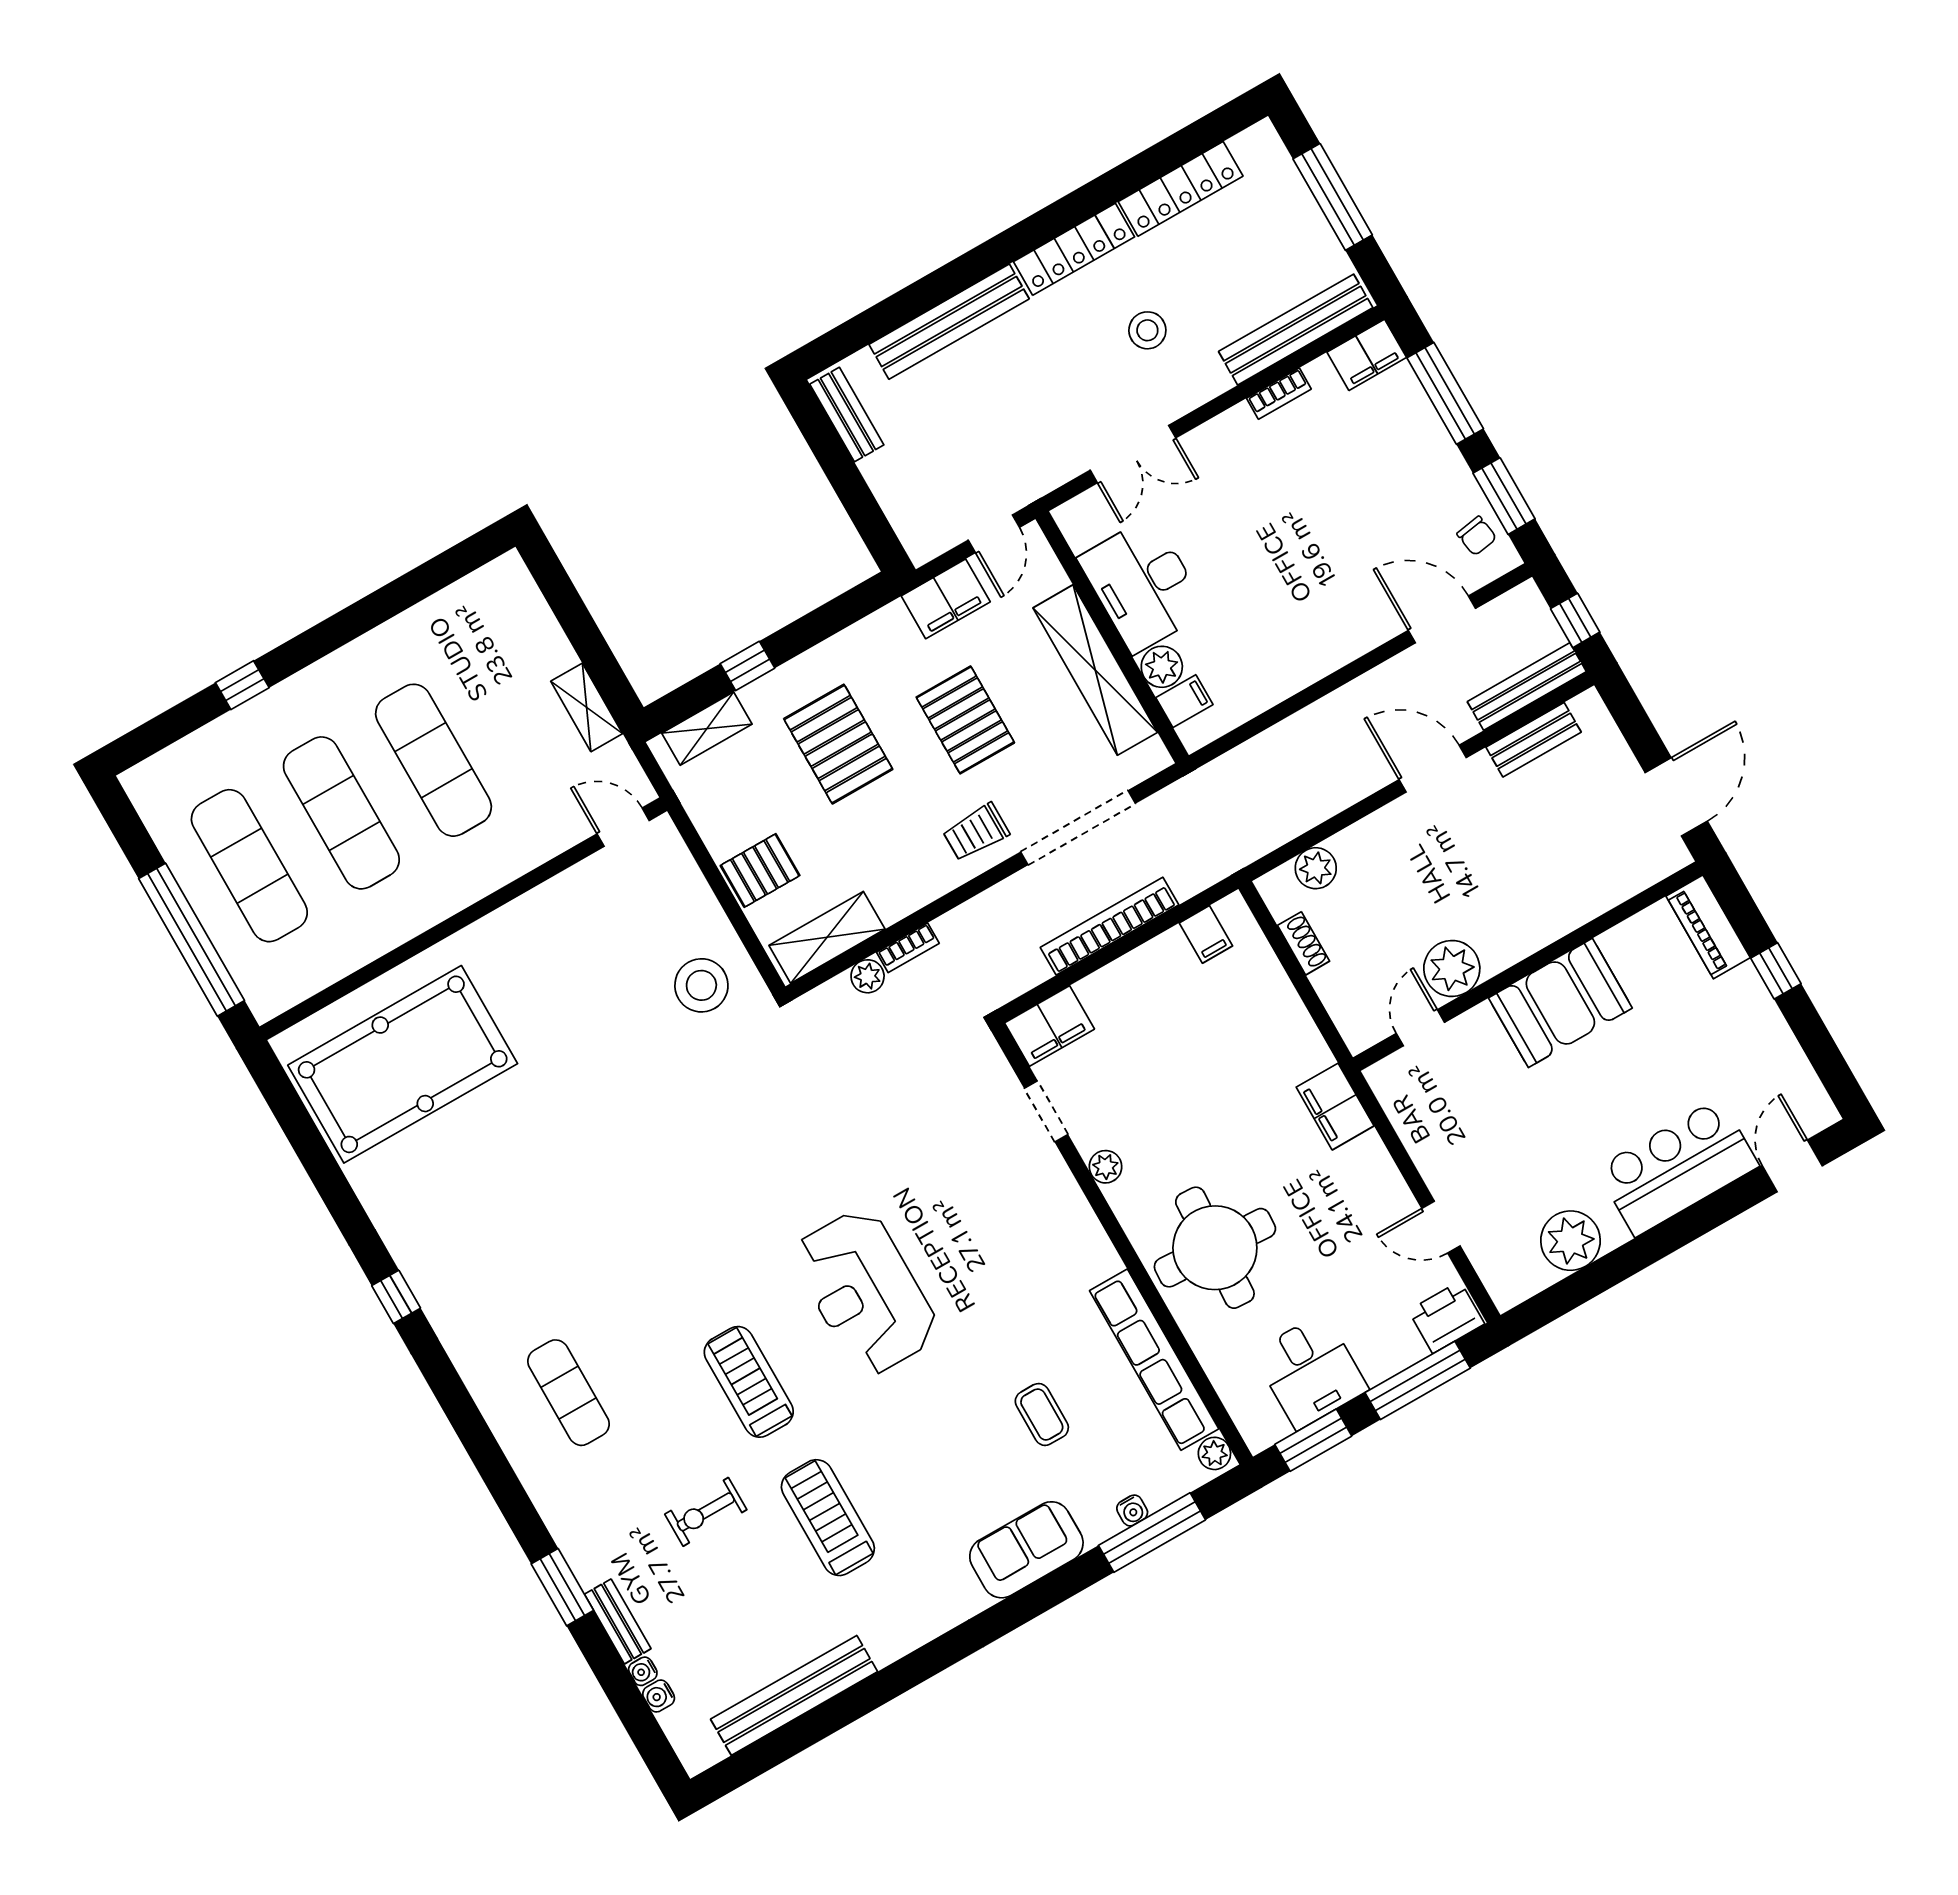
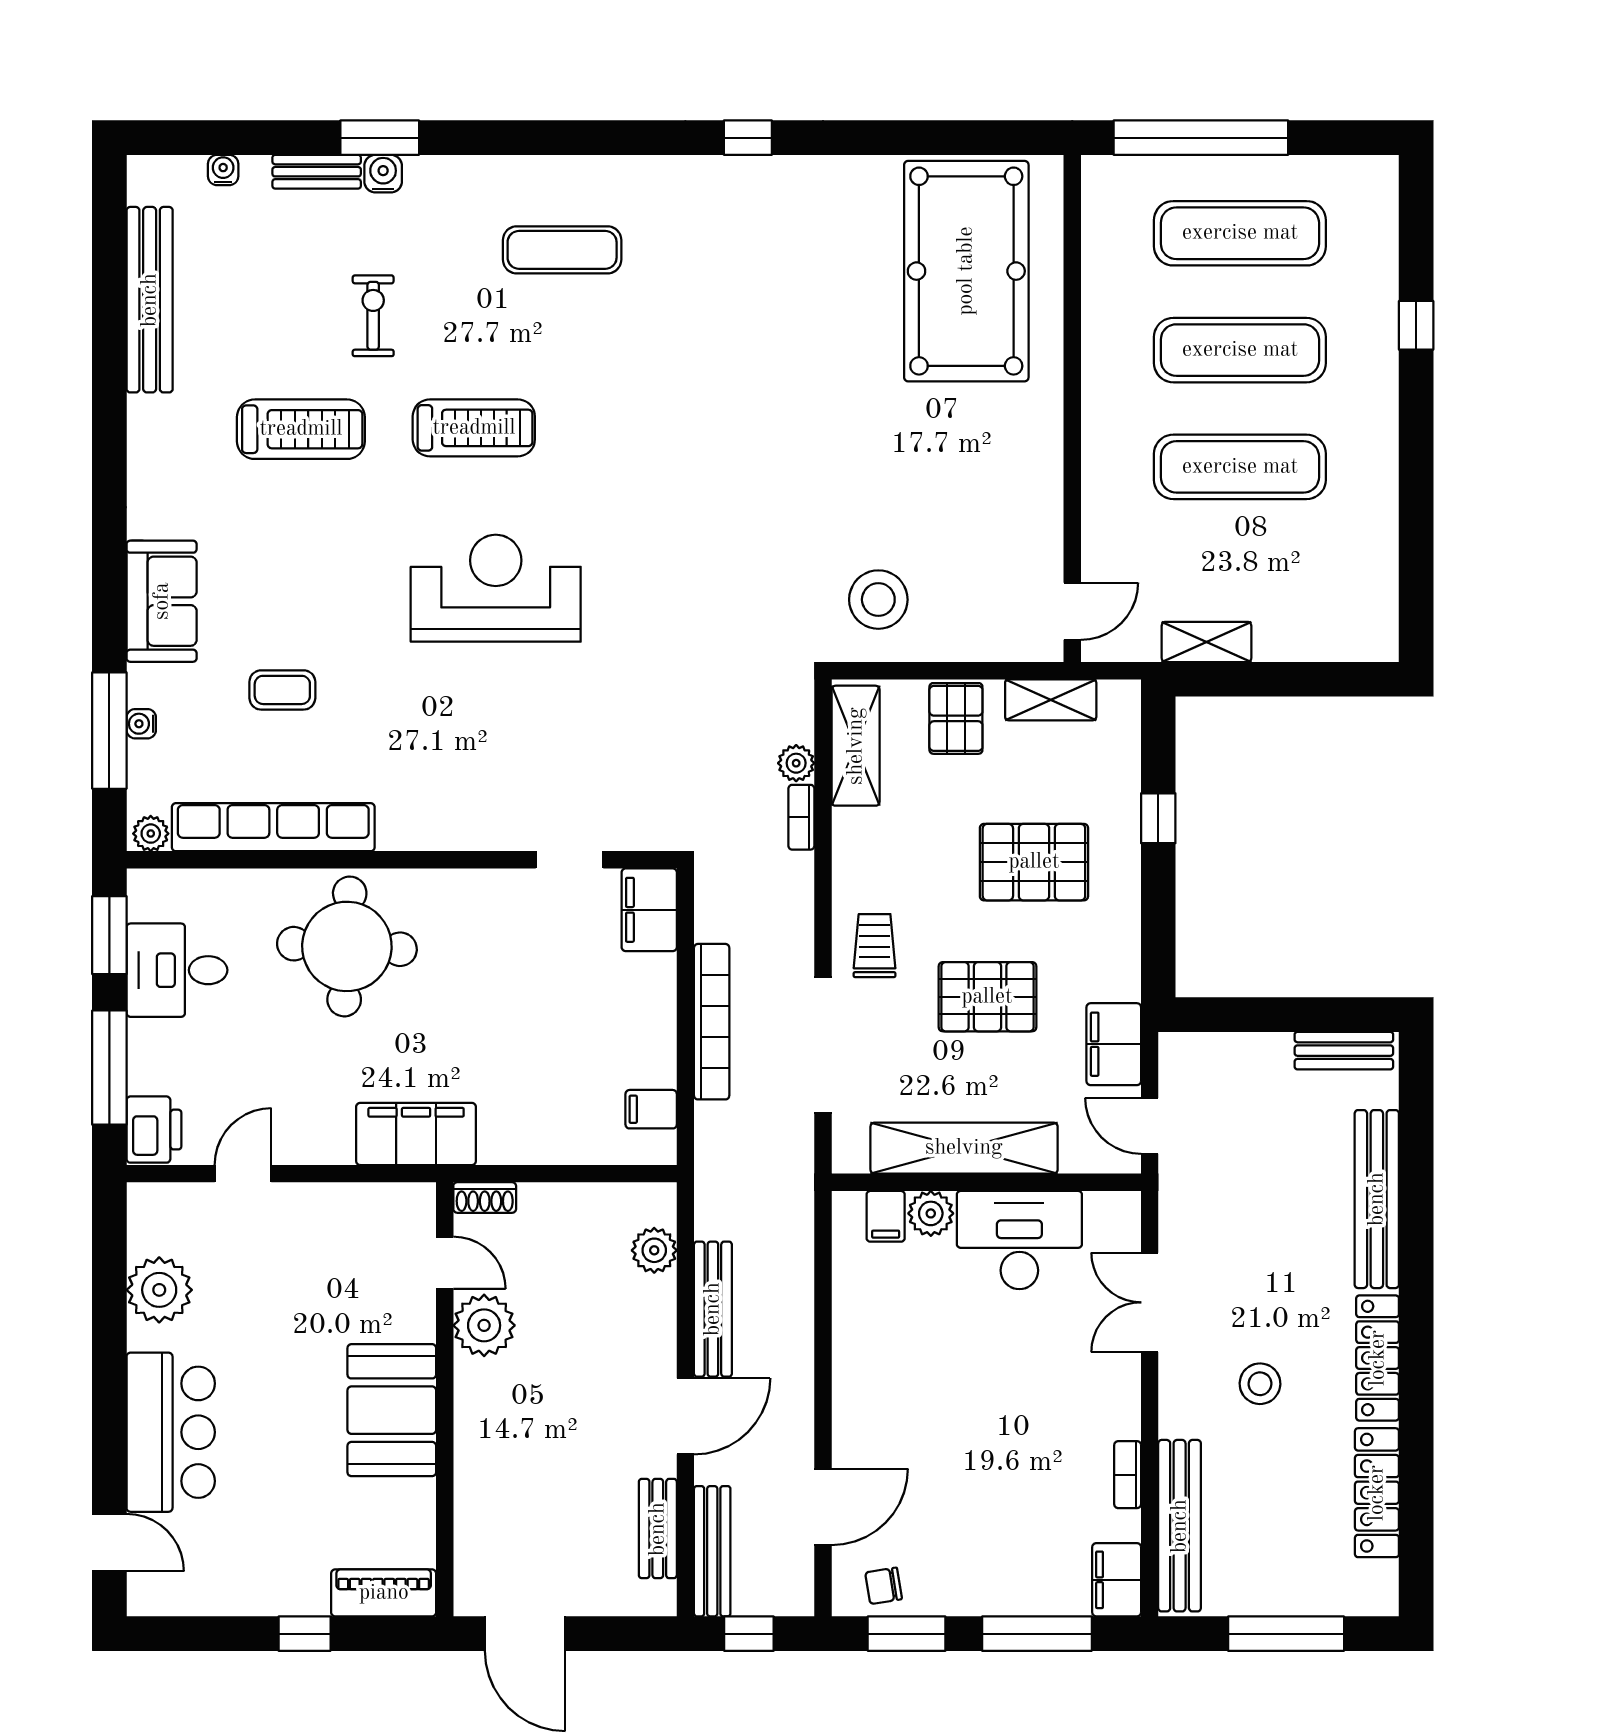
shelving: (707, 729) -> (1051, 700), moved, turned 90
bench: (1336, 795) -> (713, 1309), added
shoe rack: (1303, 943) -> (485, 1197), moved
filing cabinet: (1335, 1107) -> (416, 1134), width x1.50, depth x1.17
plant: (1105, 1167) -> (484, 886), removed
water cooler: (643, 1671) -> (383, 174), moved, width x1.38, depth x1.38

